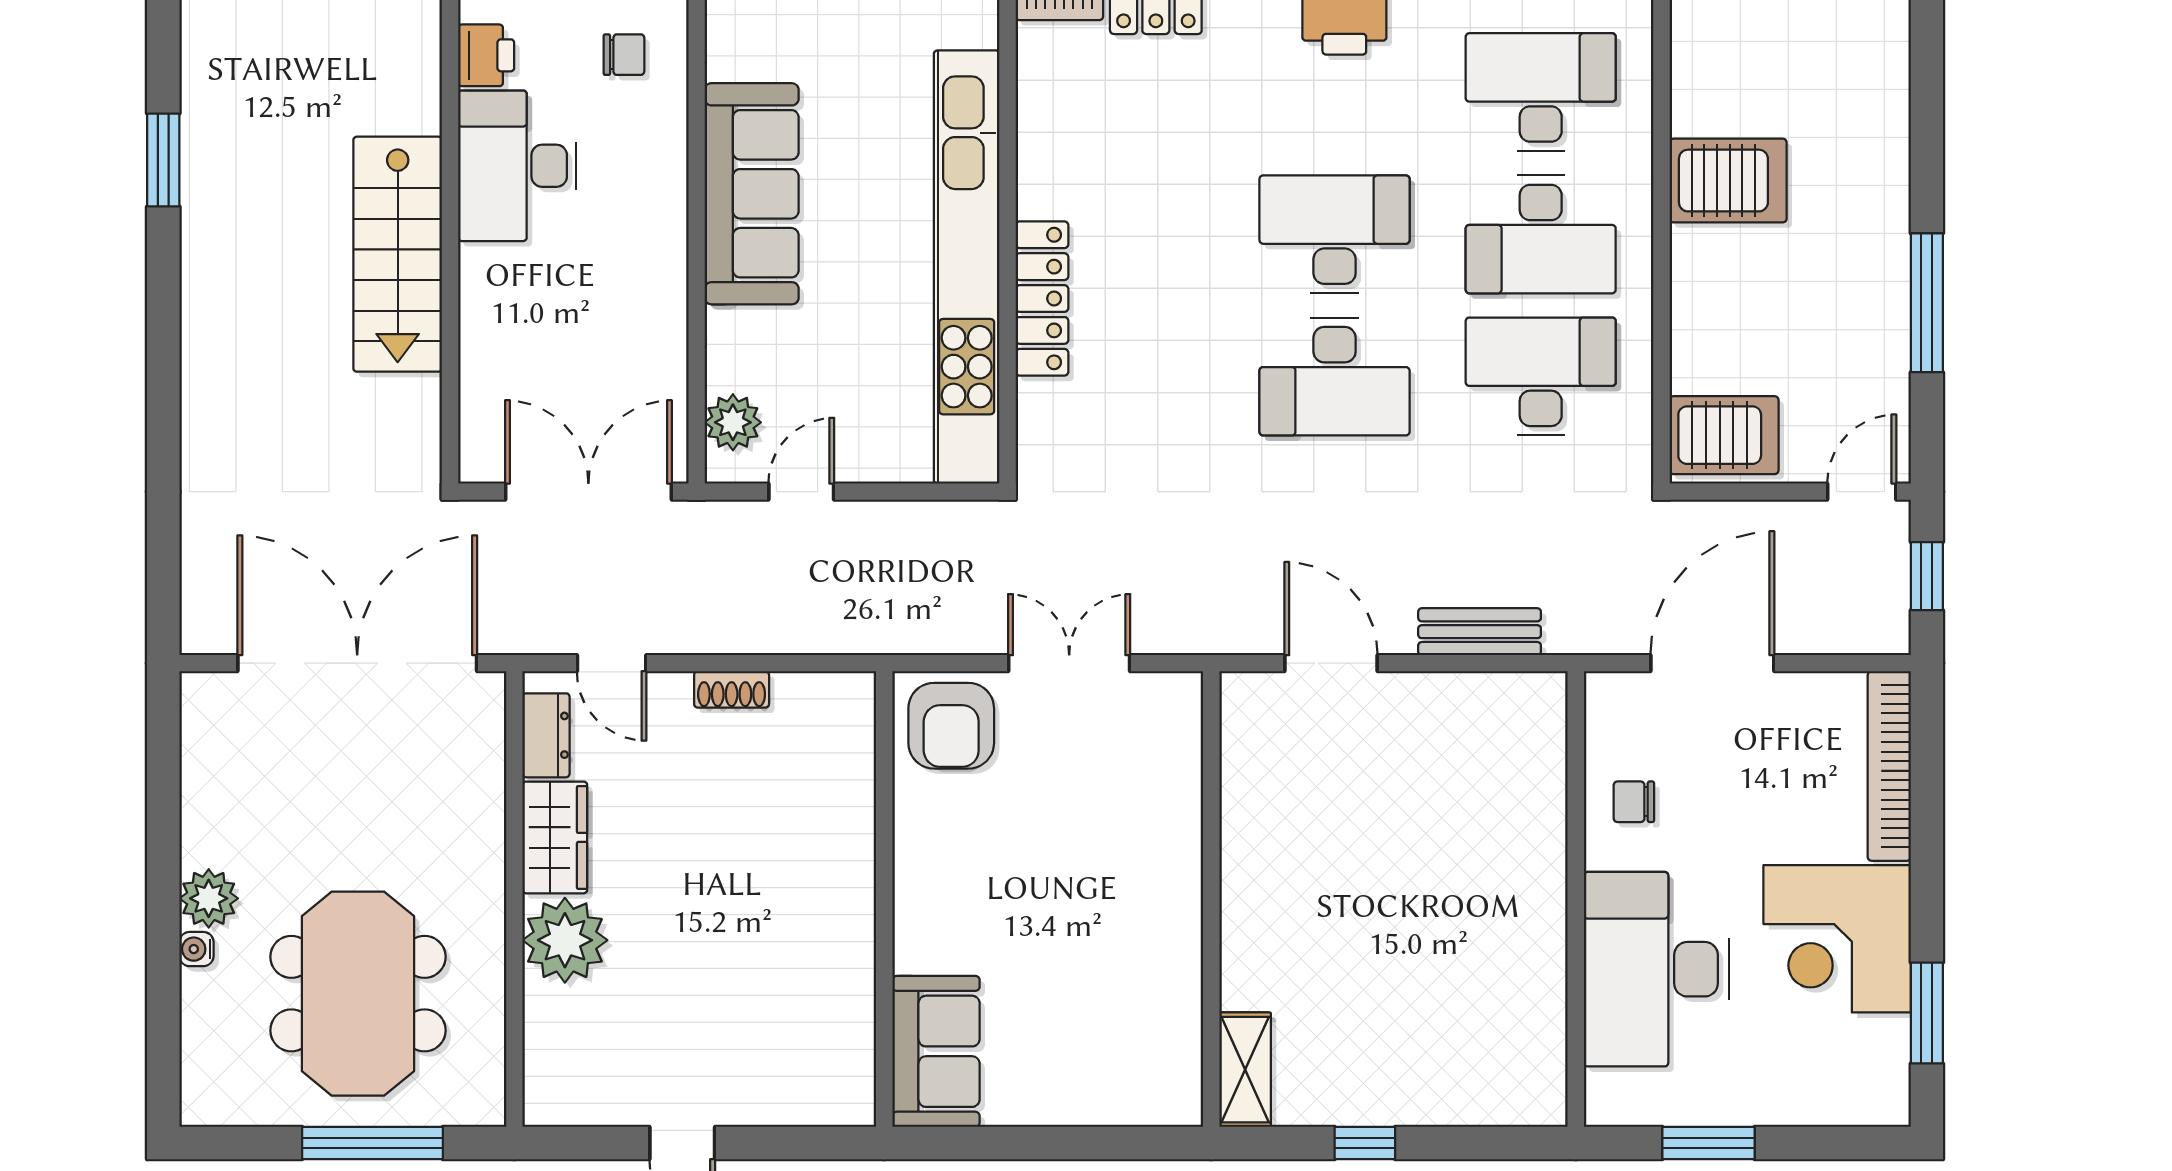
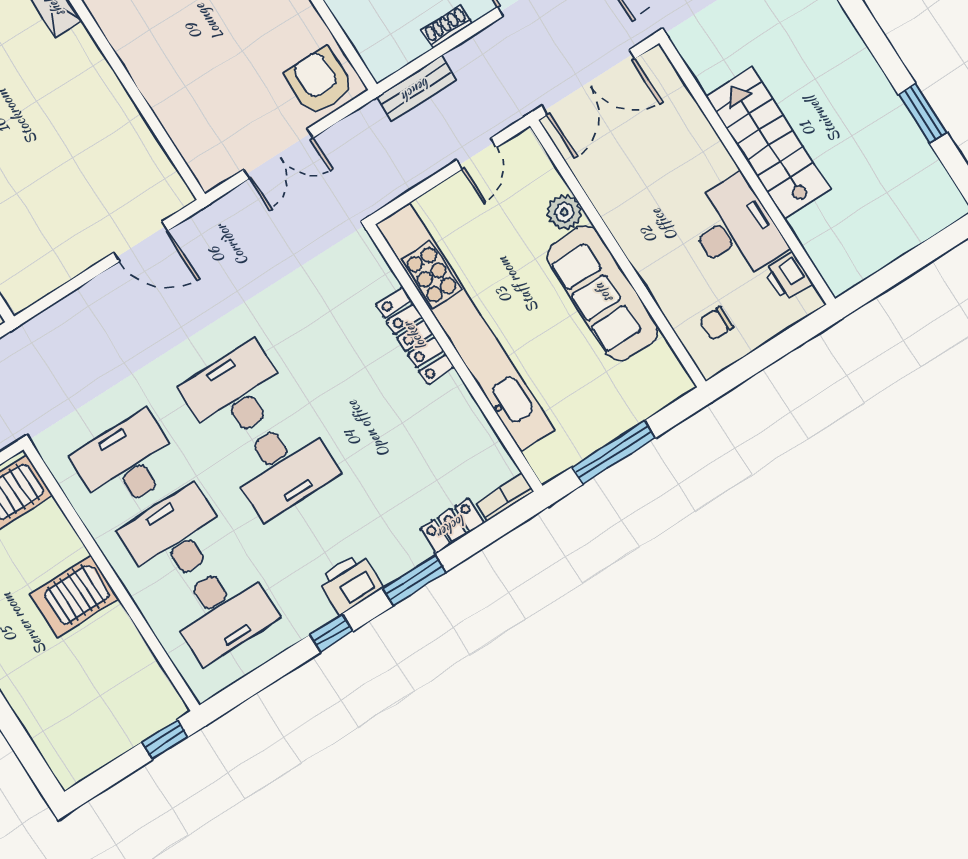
server rack: (1728, 181) -> (74, 596), moved
desk: (1541, 376) -> (127, 462), turned 180
plant: (733, 422) -> (564, 212), moved
bench: (1480, 632) -> (416, 89), moved

